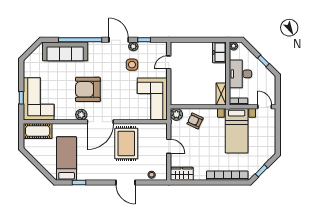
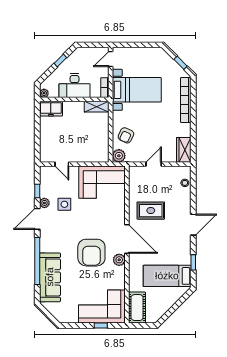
rug: (126, 144) -> (151, 211), width x0.73, depth x0.70
door: (126, 182) -> (193, 225), moved

